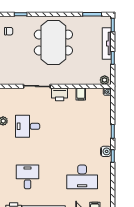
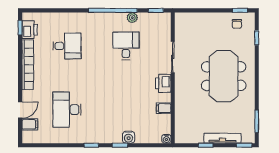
meeting table: (53, 43) -> (224, 76), turned 90
plant: (105, 80) -> (180, 136), removed
water cooler: (106, 151) -> (129, 137), moved

